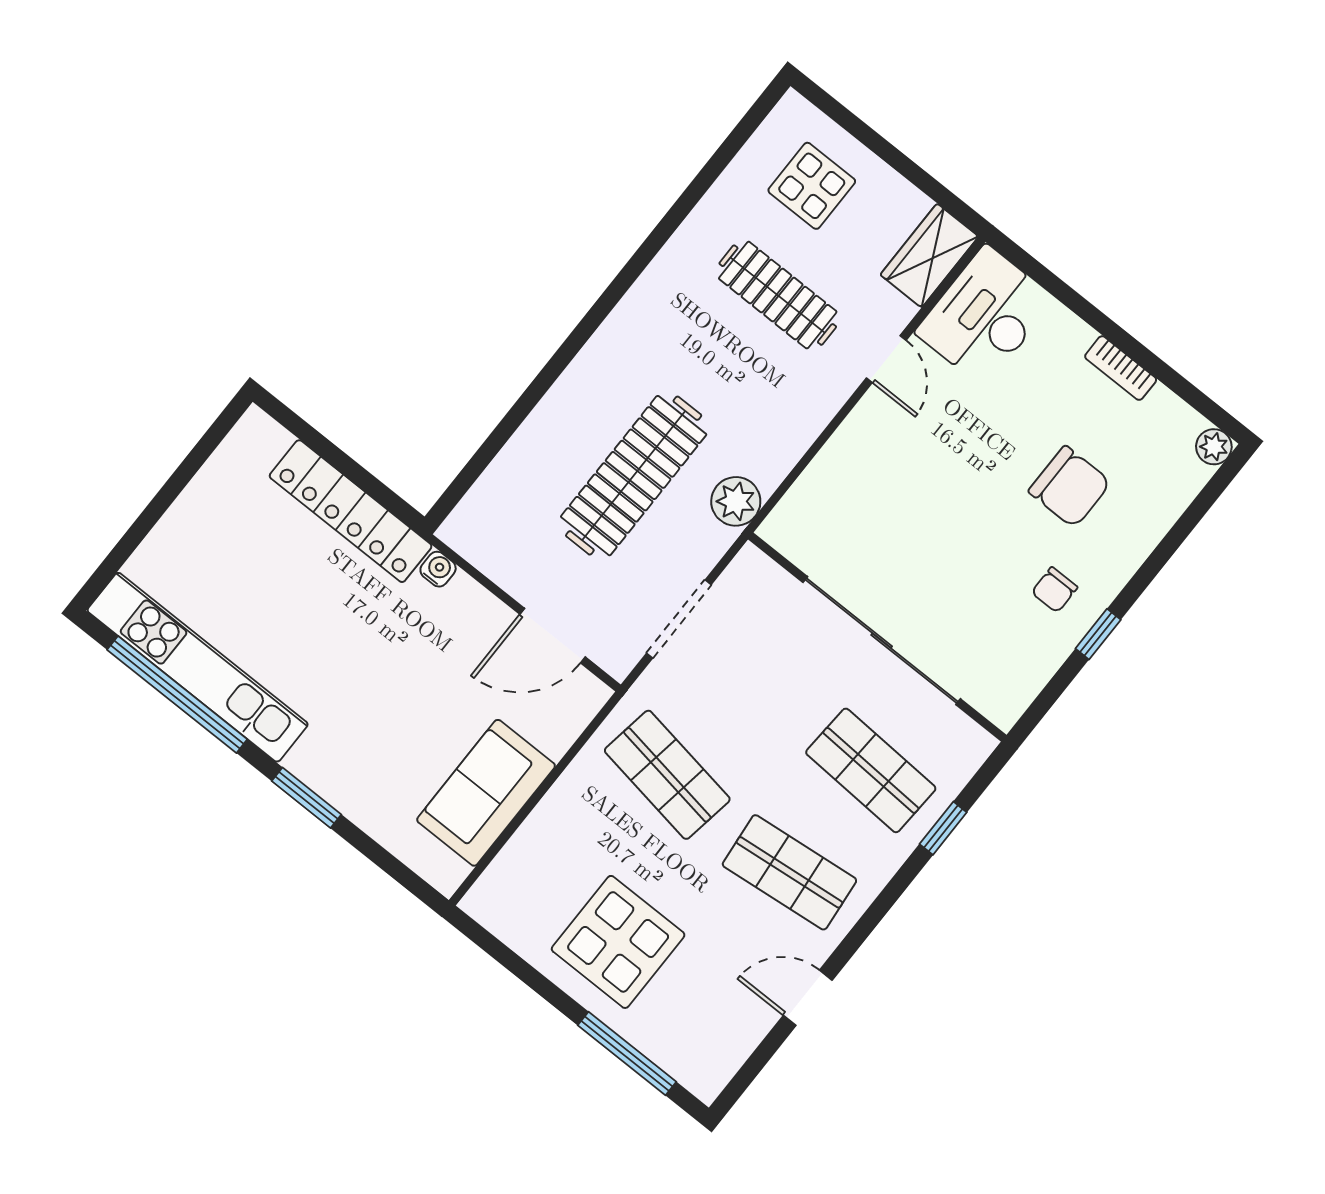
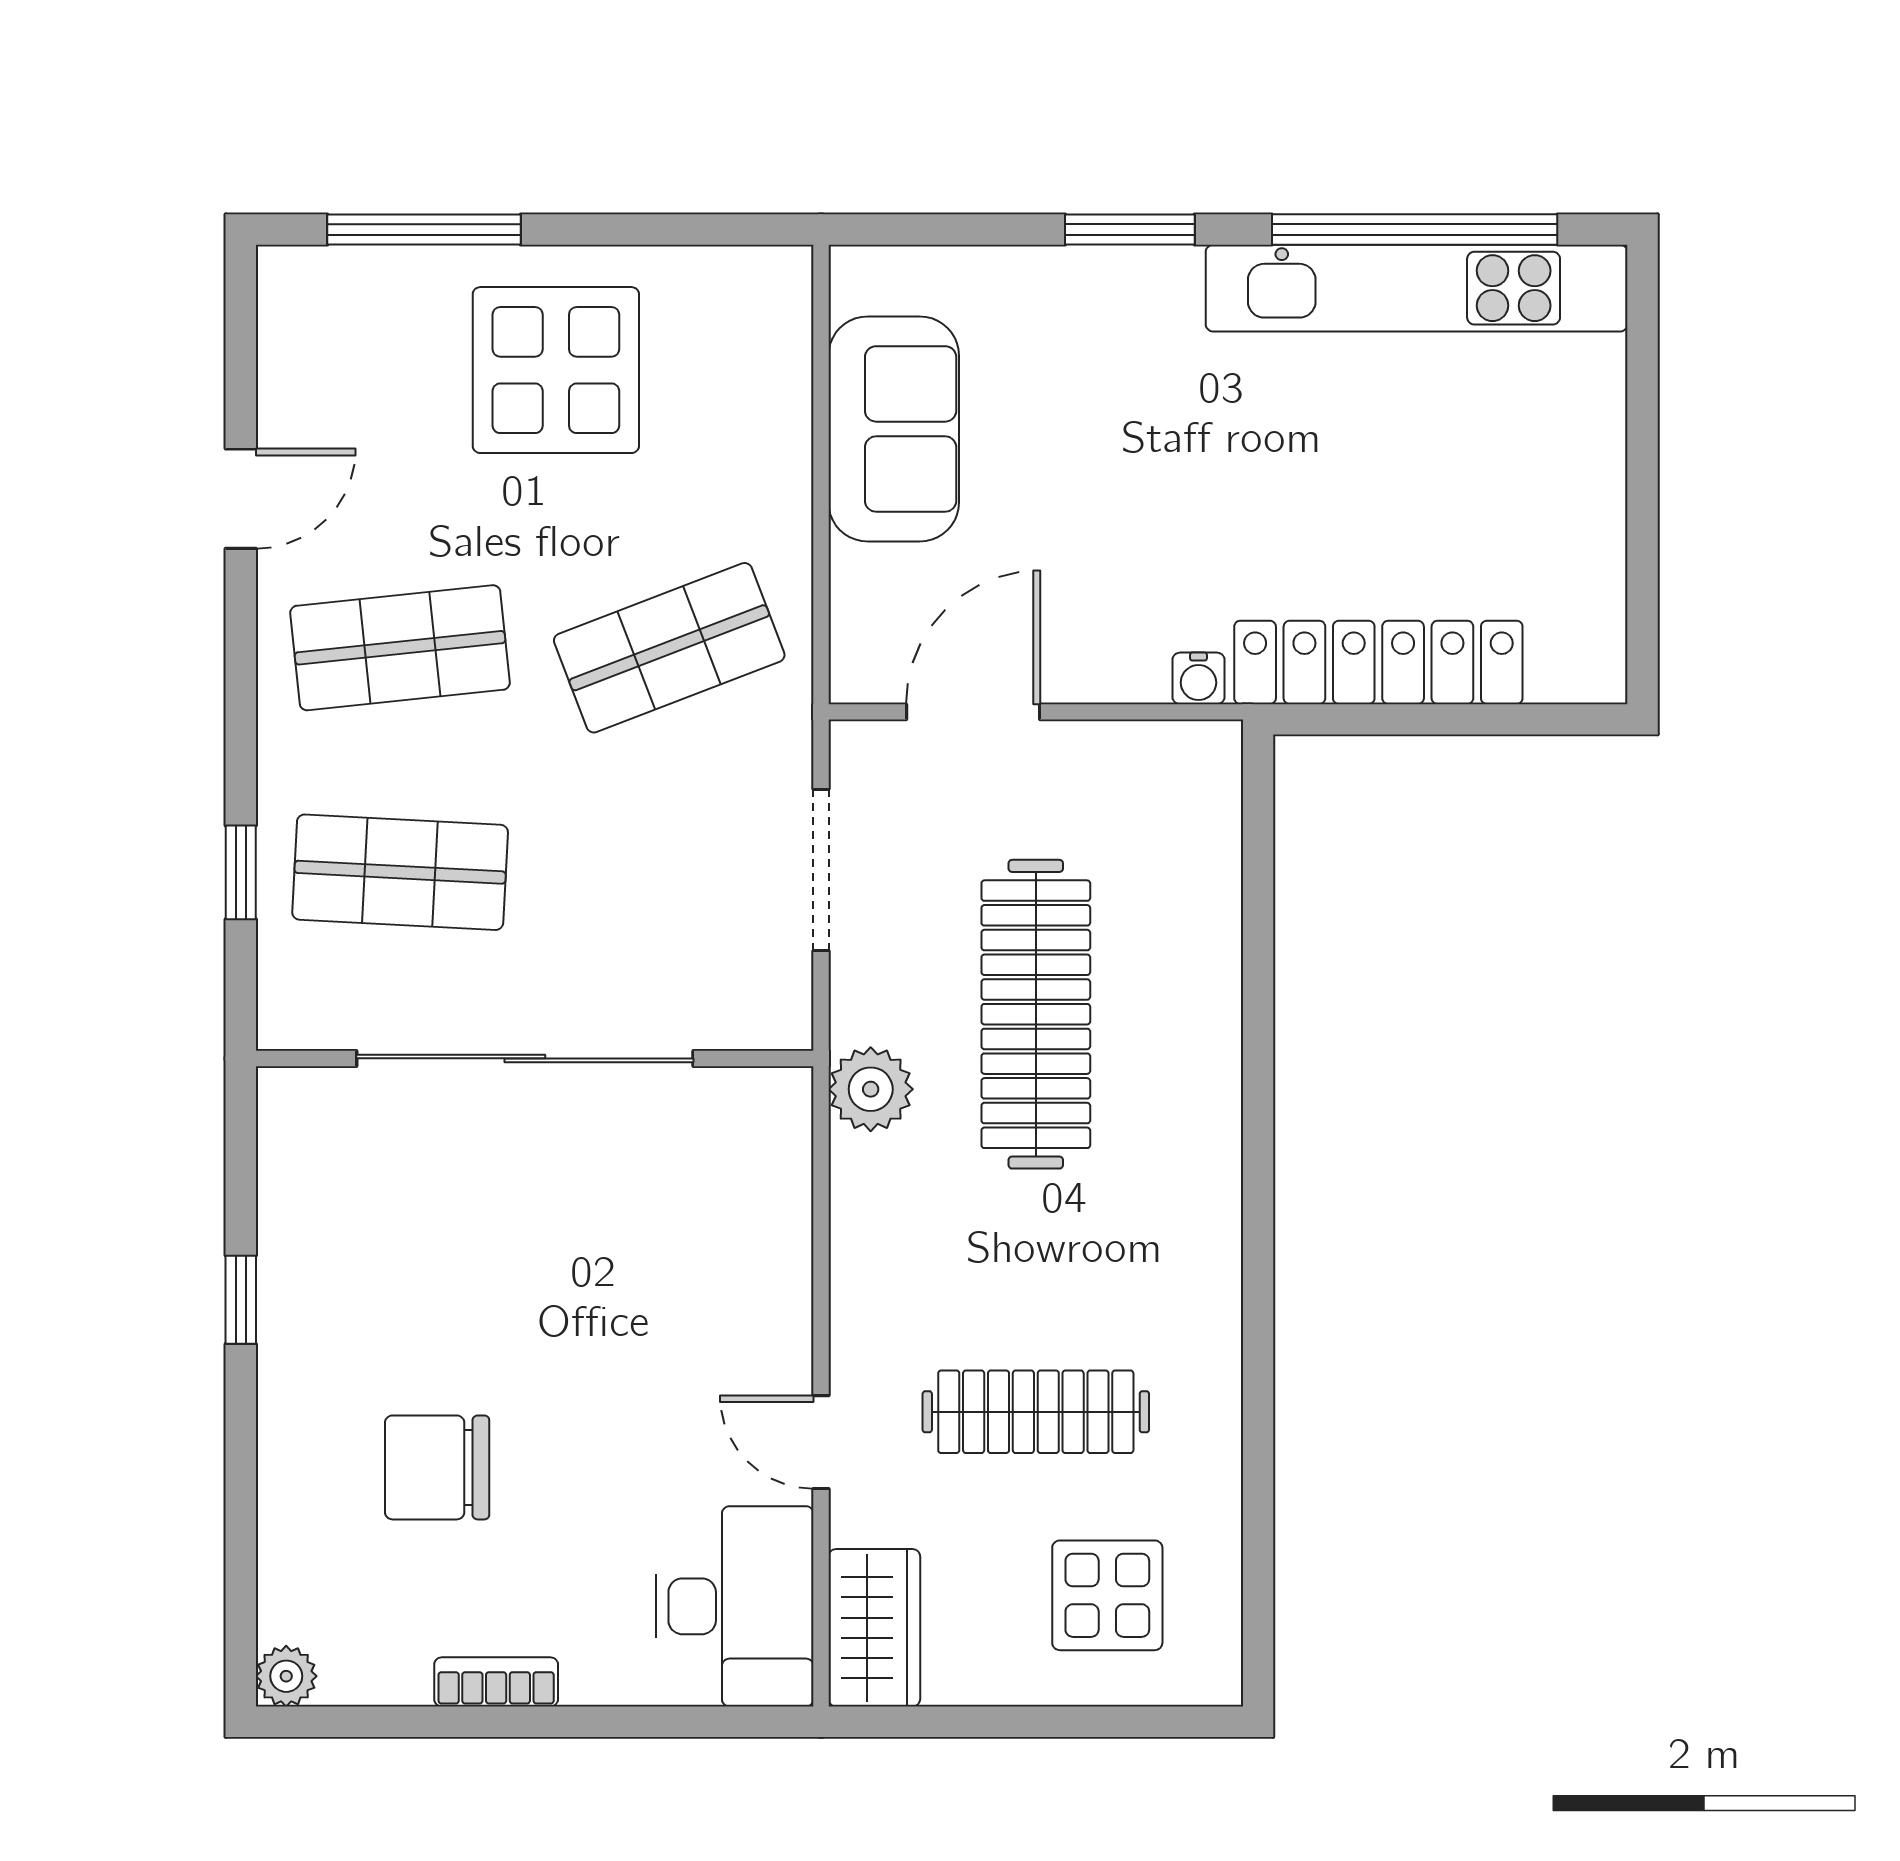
chair: (1054, 590) -> (347, 1312), removed
shop shelf: (667, 775) -> (669, 648), turned -30

